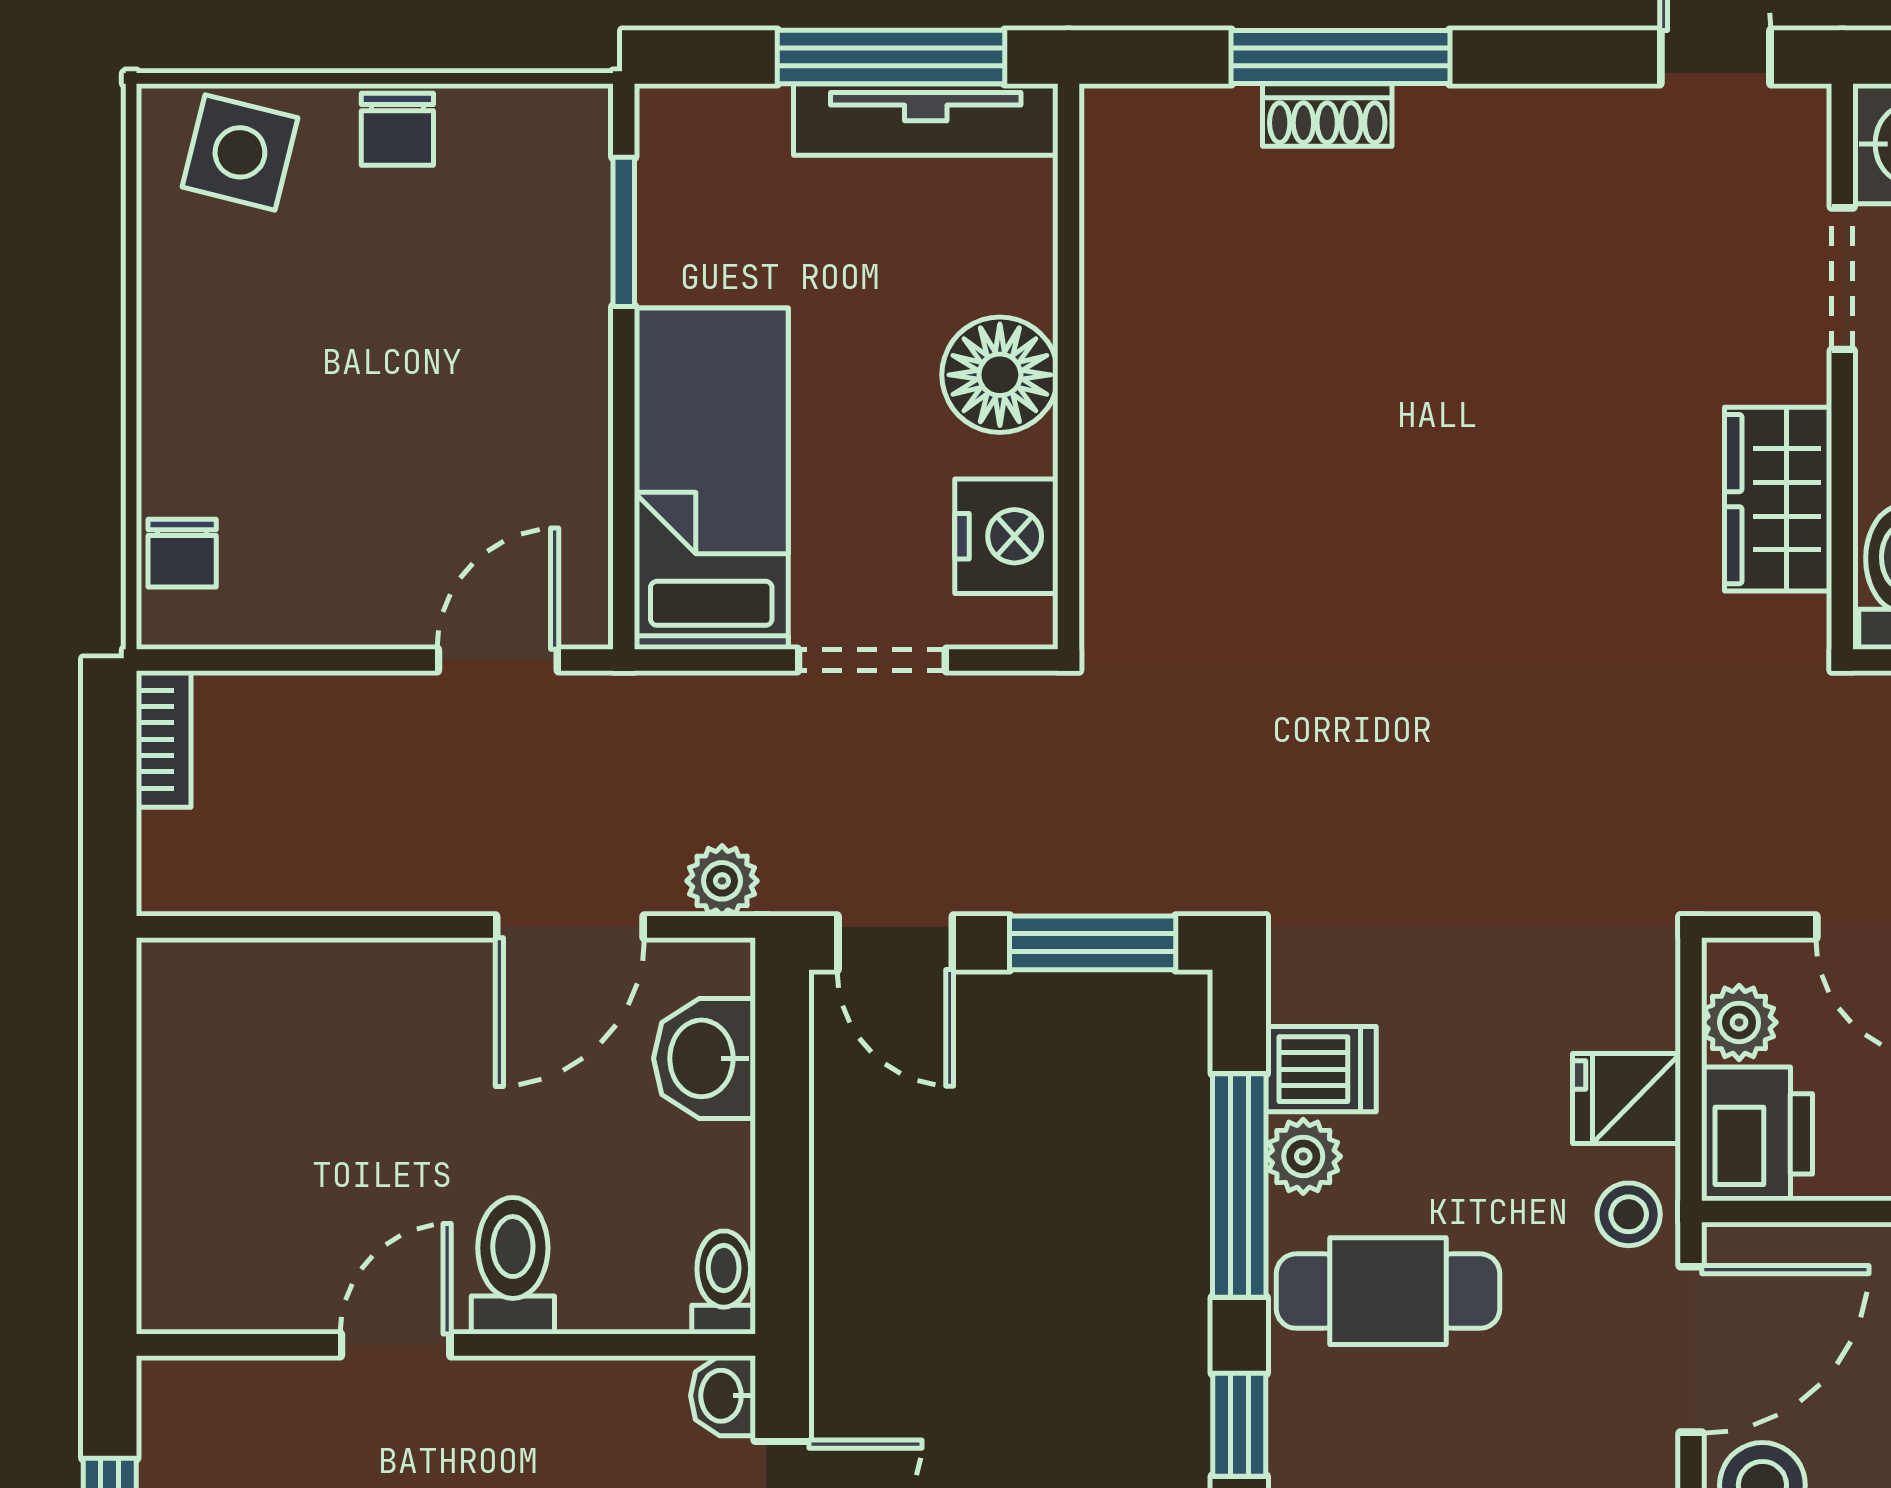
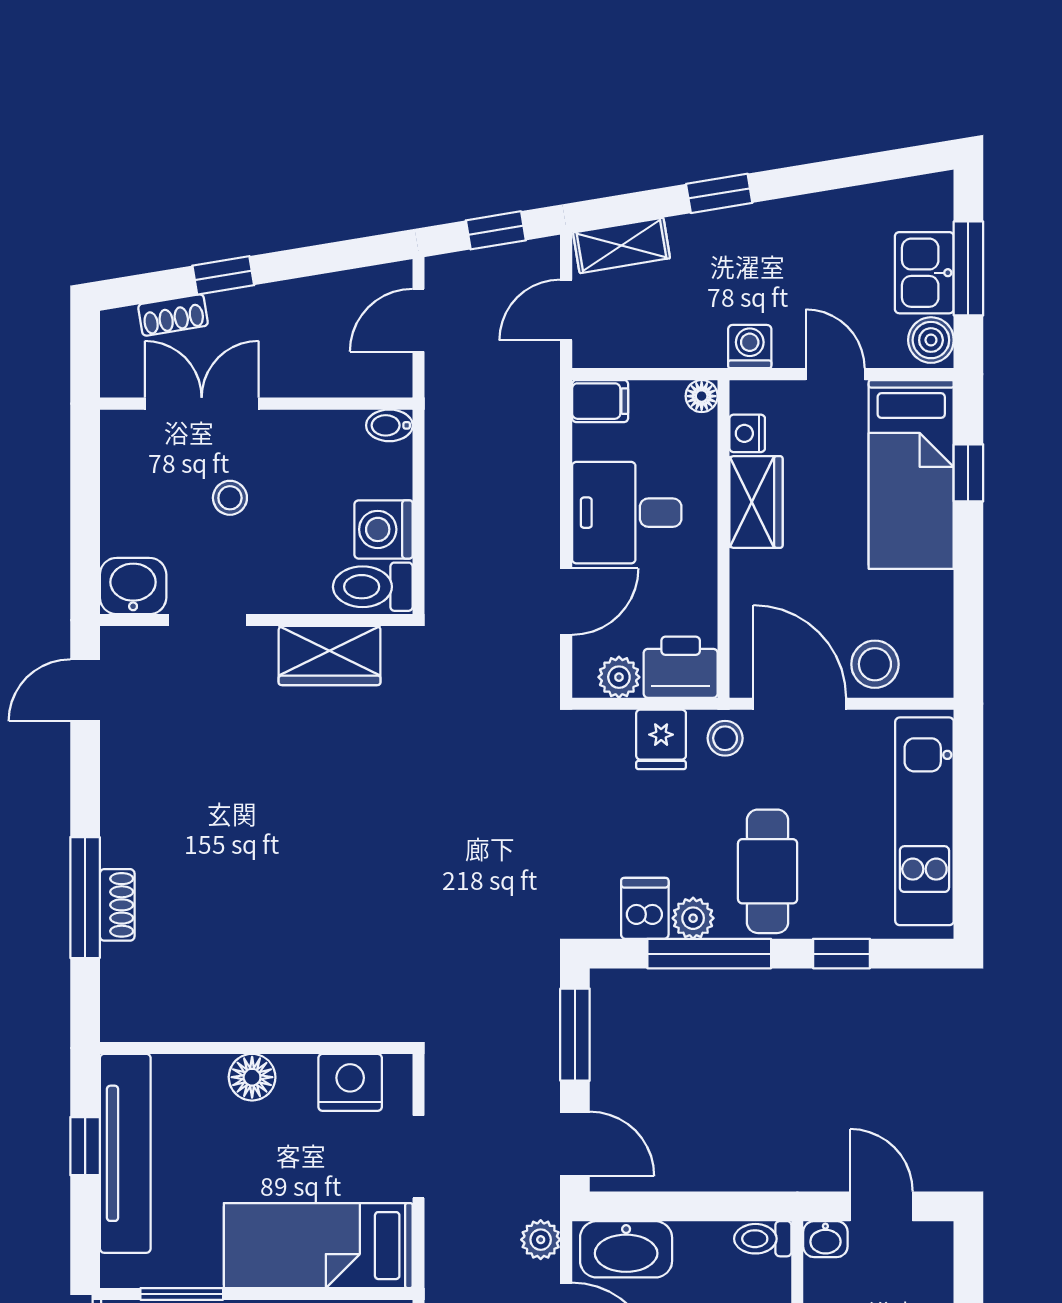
window: (891, 57) -> (85, 1146), width x0.46
tv unit: (926, 120) -> (125, 1153), width x1.36, depth x1.29
floor lamp: (1000, 375) -> (252, 1077), width x0.73, depth x0.73
door: (895, 943) -> (575, 1144), hinge flipped
washbasin: (705, 1058) -> (626, 1249), width x1.38

